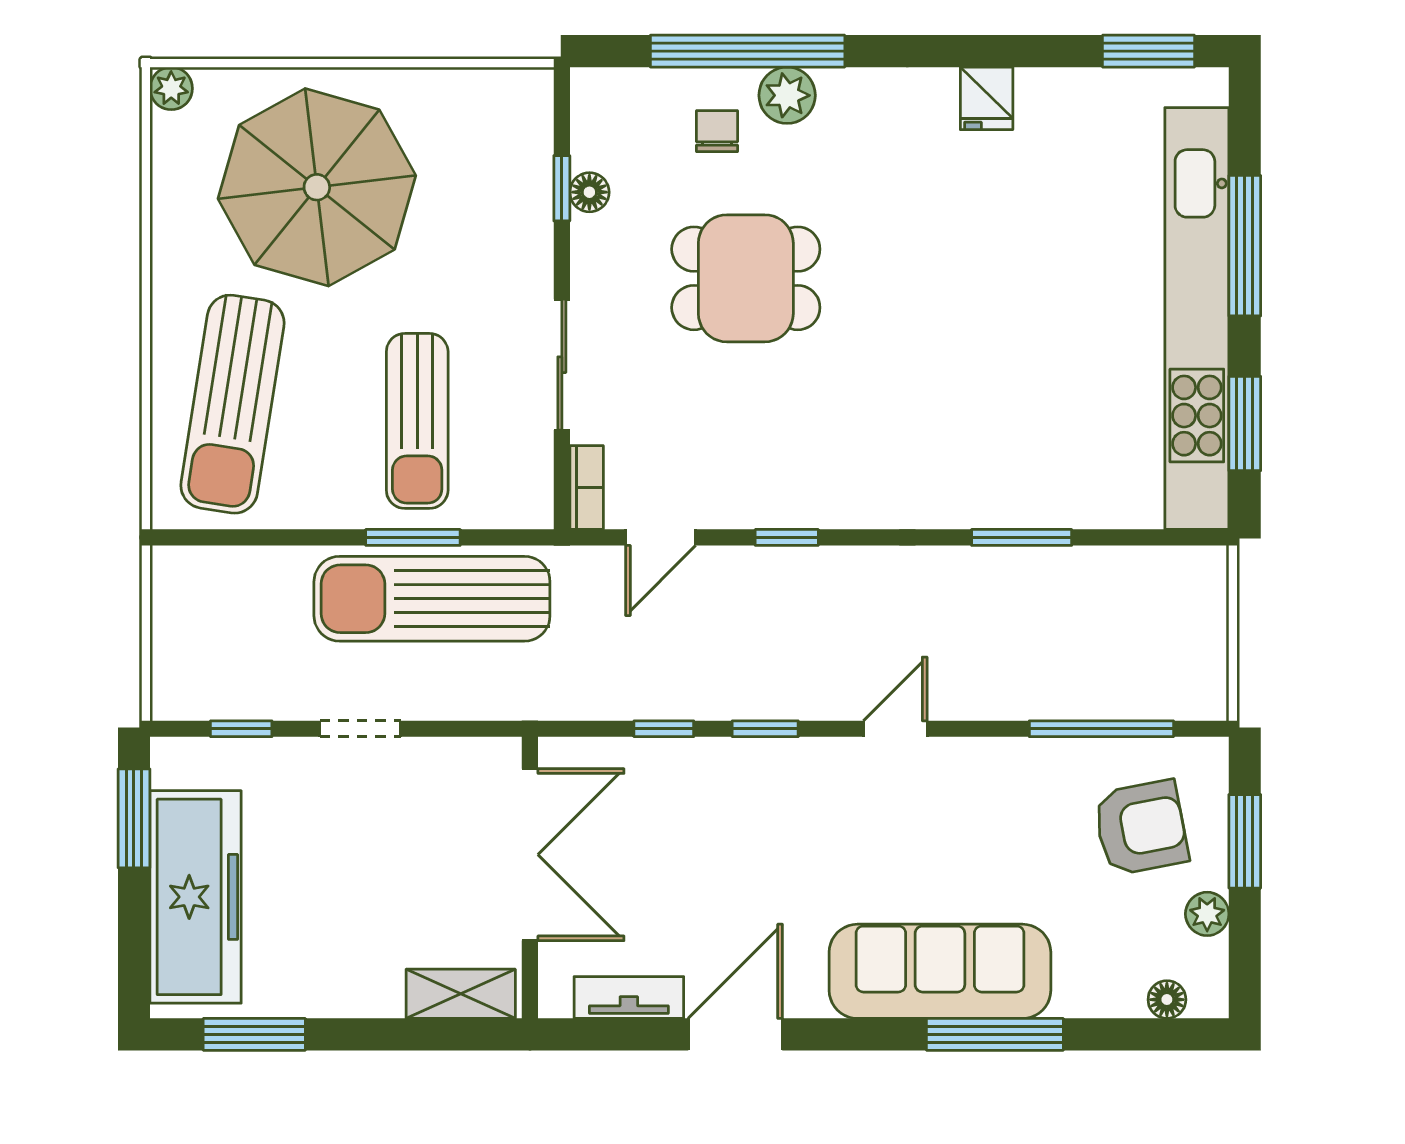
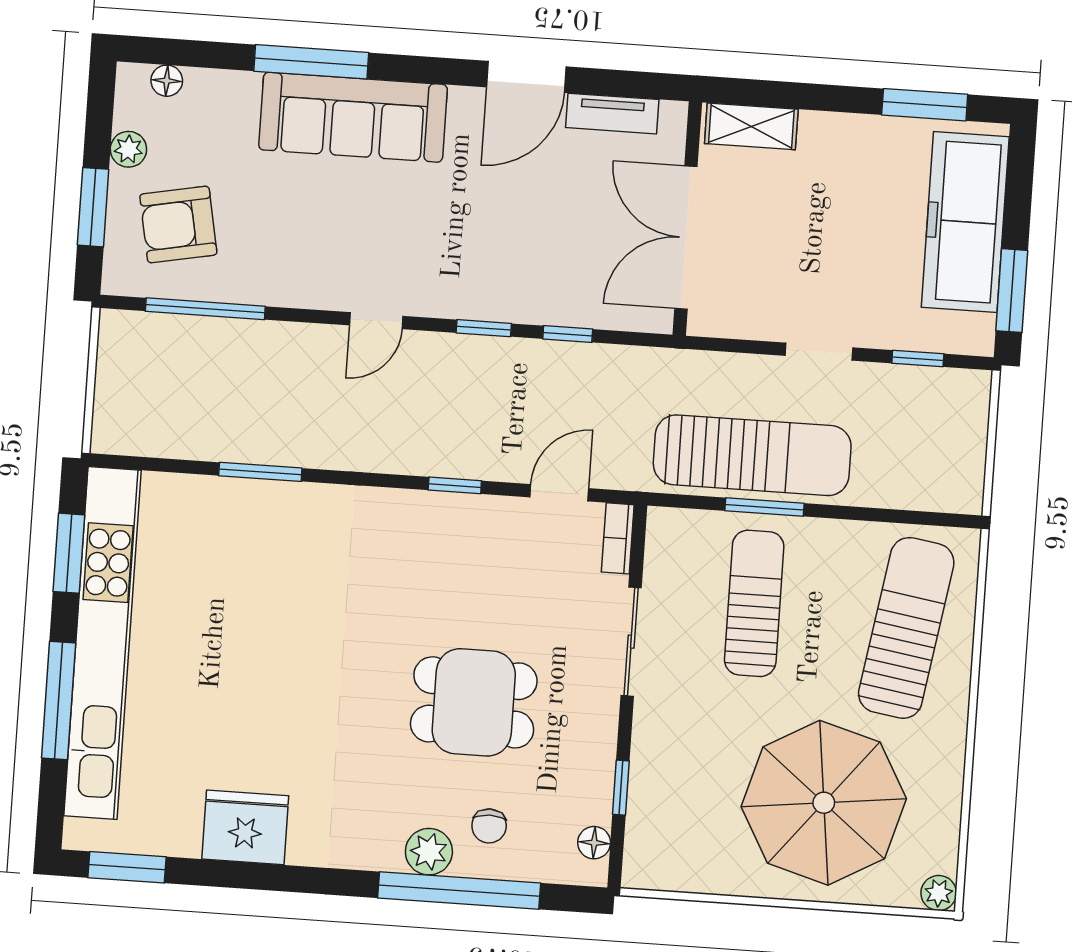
fridge: (987, 98) -> (245, 827), width x1.88, depth x1.34
floor lamp: (589, 192) -> (594, 843), moved

